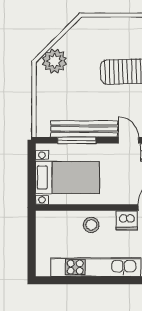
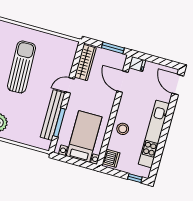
dishwasher: (127, 220) -> (111, 158), moved
window: (32, 258) -> (135, 178), added

